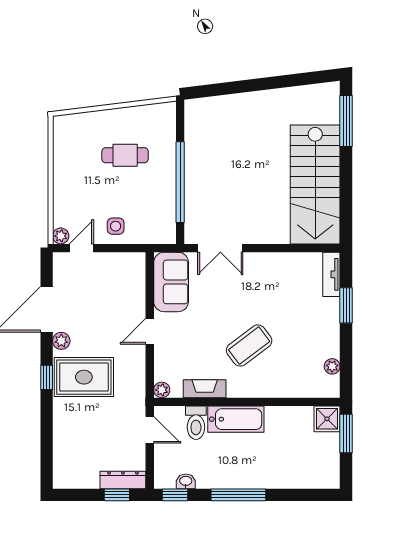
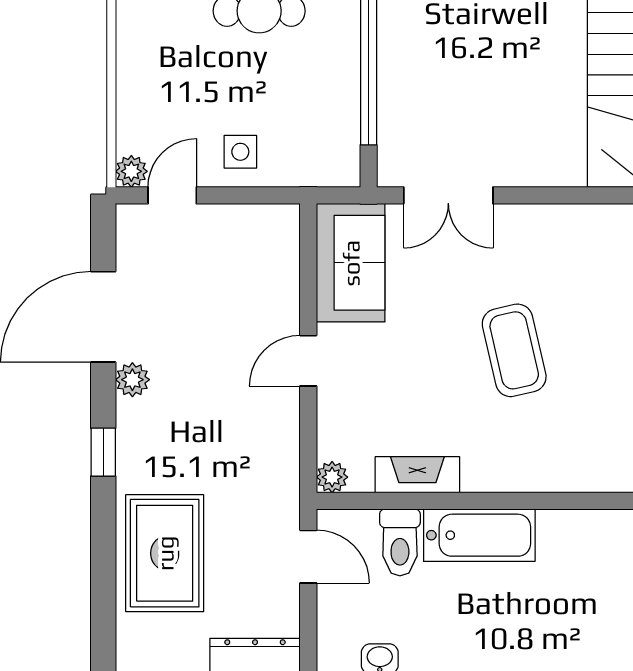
coffee table: (249, 346) -> (514, 350), moved, turned -66
rug: (84, 377) -> (165, 553), moved, turned 90

